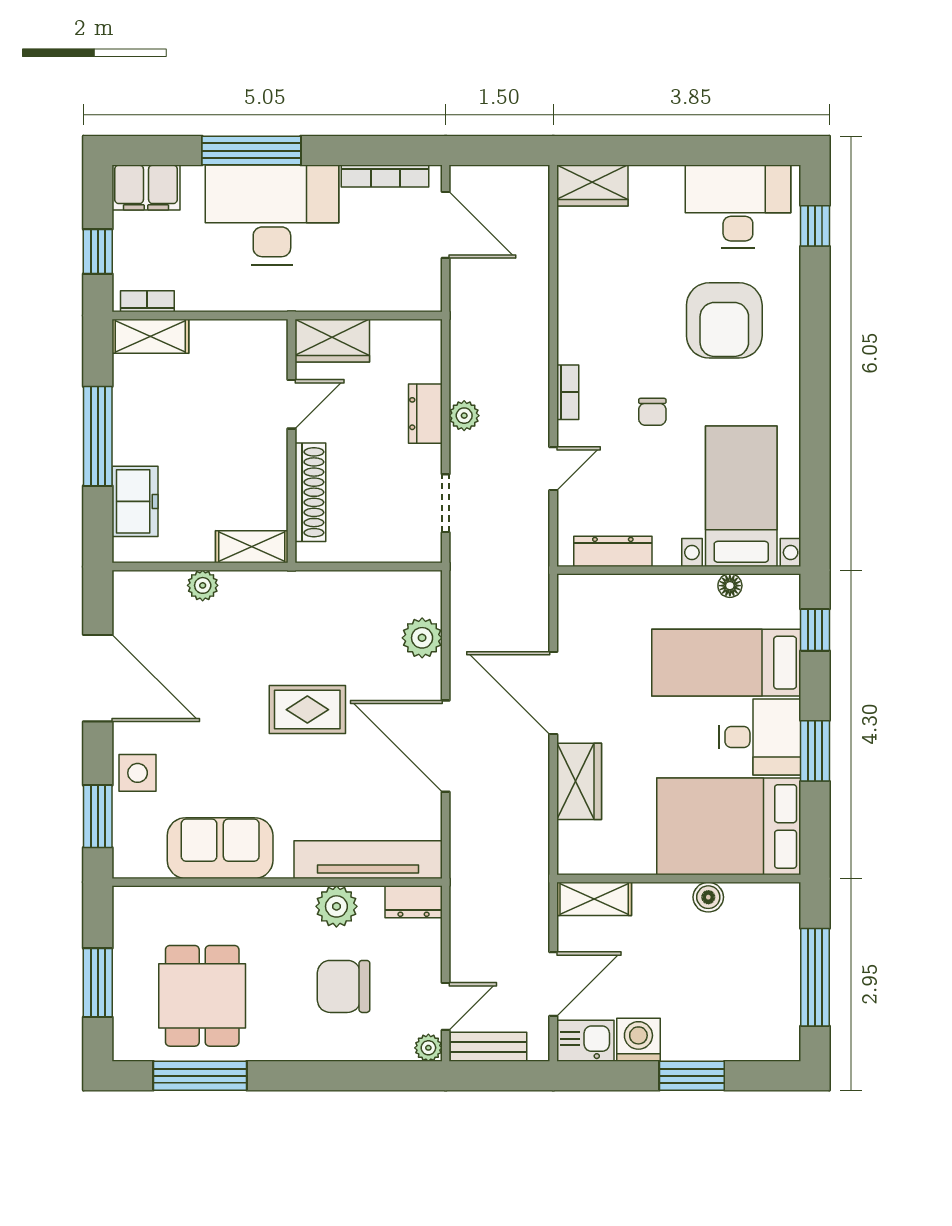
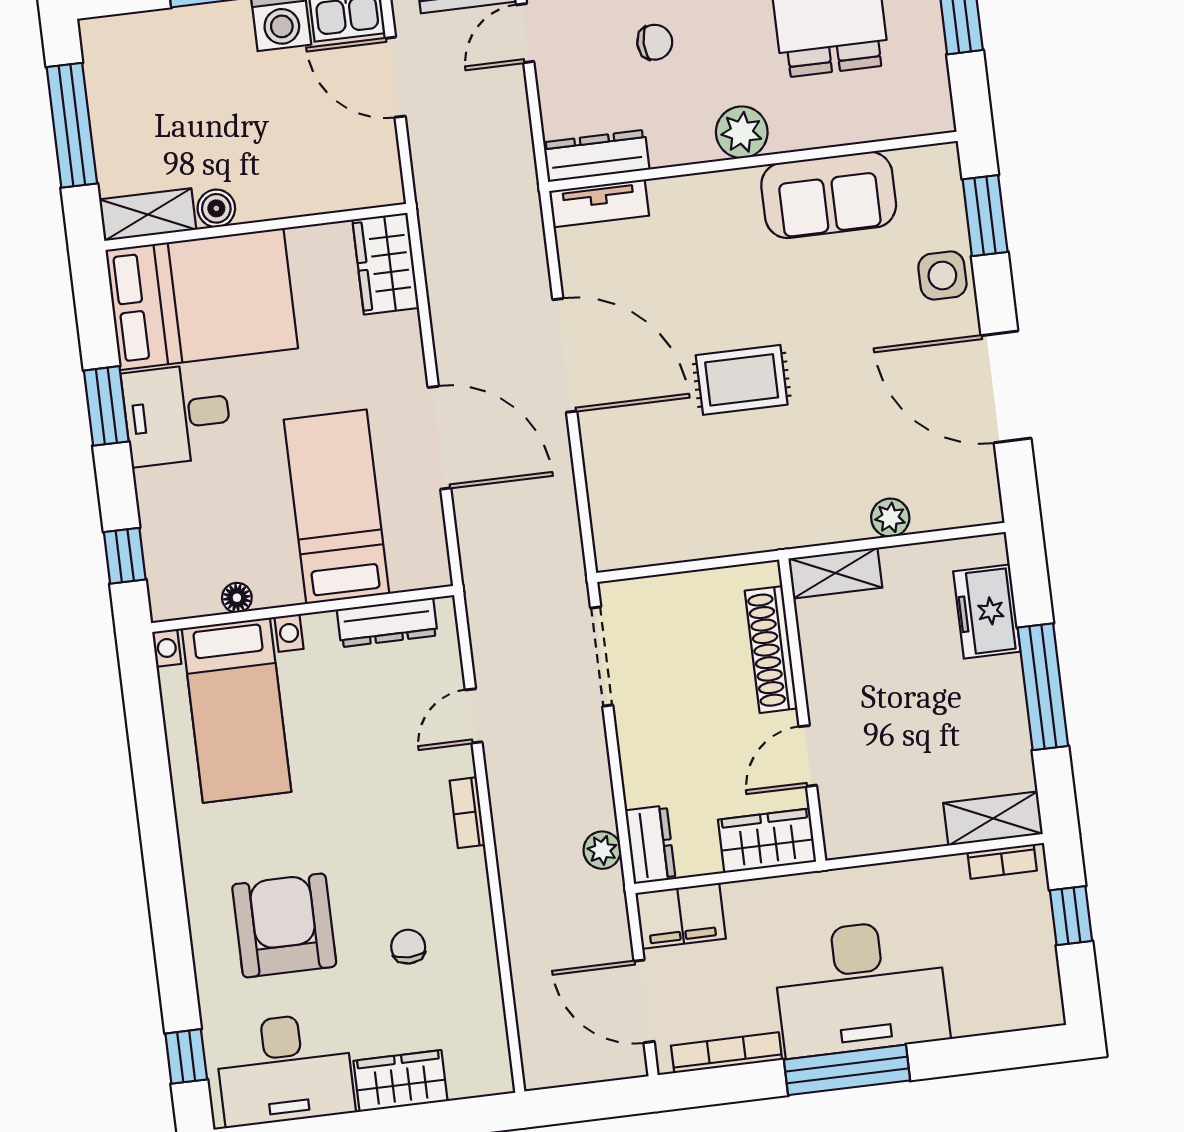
window: (251, 151) -> (847, 1070), moved
wardrobe: (592, 185) -> (401, 1081), moved
filing cabinet: (146, 187) -> (681, 916), moved, turned 180
chair: (652, 412) -> (408, 947), moved
dresser: (425, 414) -> (650, 845), moved
plant: (464, 416) -> (602, 850), moved
doorway: (446, 503) -> (602, 657), width x1.38
plant: (422, 638) -> (610, 486), removed
bed: (726, 663) -> (337, 507), moved, turned -90
wardrobe: (579, 781) -> (386, 264), moved
tv unit: (368, 860) -> (599, 203), width x0.52, depth x0.78
shelving: (594, 899) -> (148, 215), moved
dresser: (414, 902) -> (596, 156), width x1.44
plant: (336, 906) -> (742, 132), moved
door: (553, 984) -> (395, 77), hinge flipped
chair: (344, 986) -> (655, 42), width x0.54, depth x0.54

